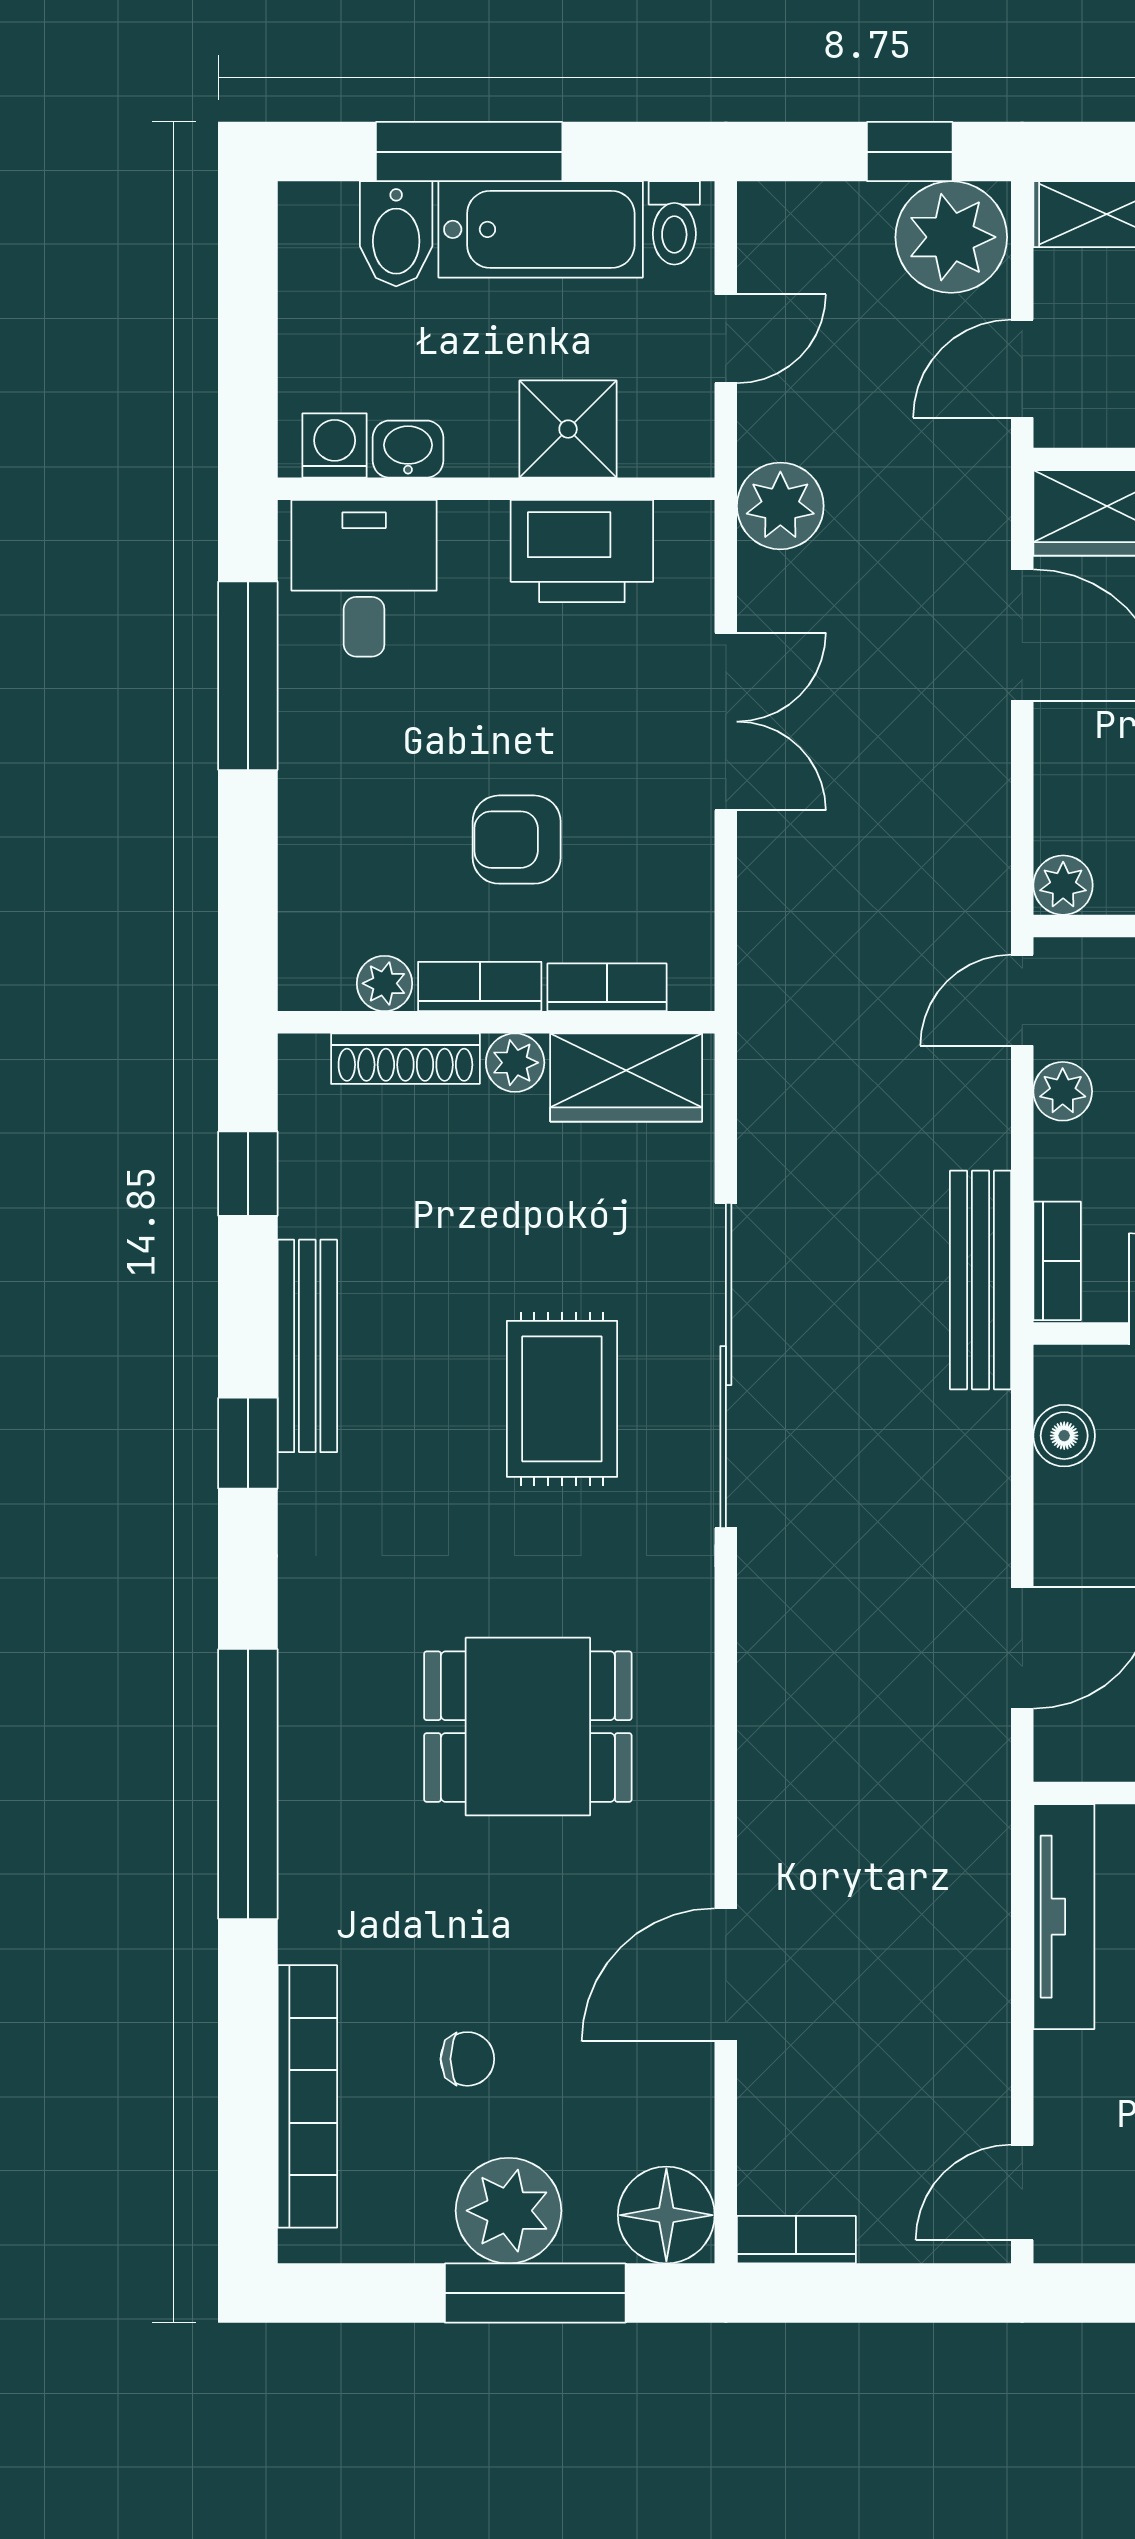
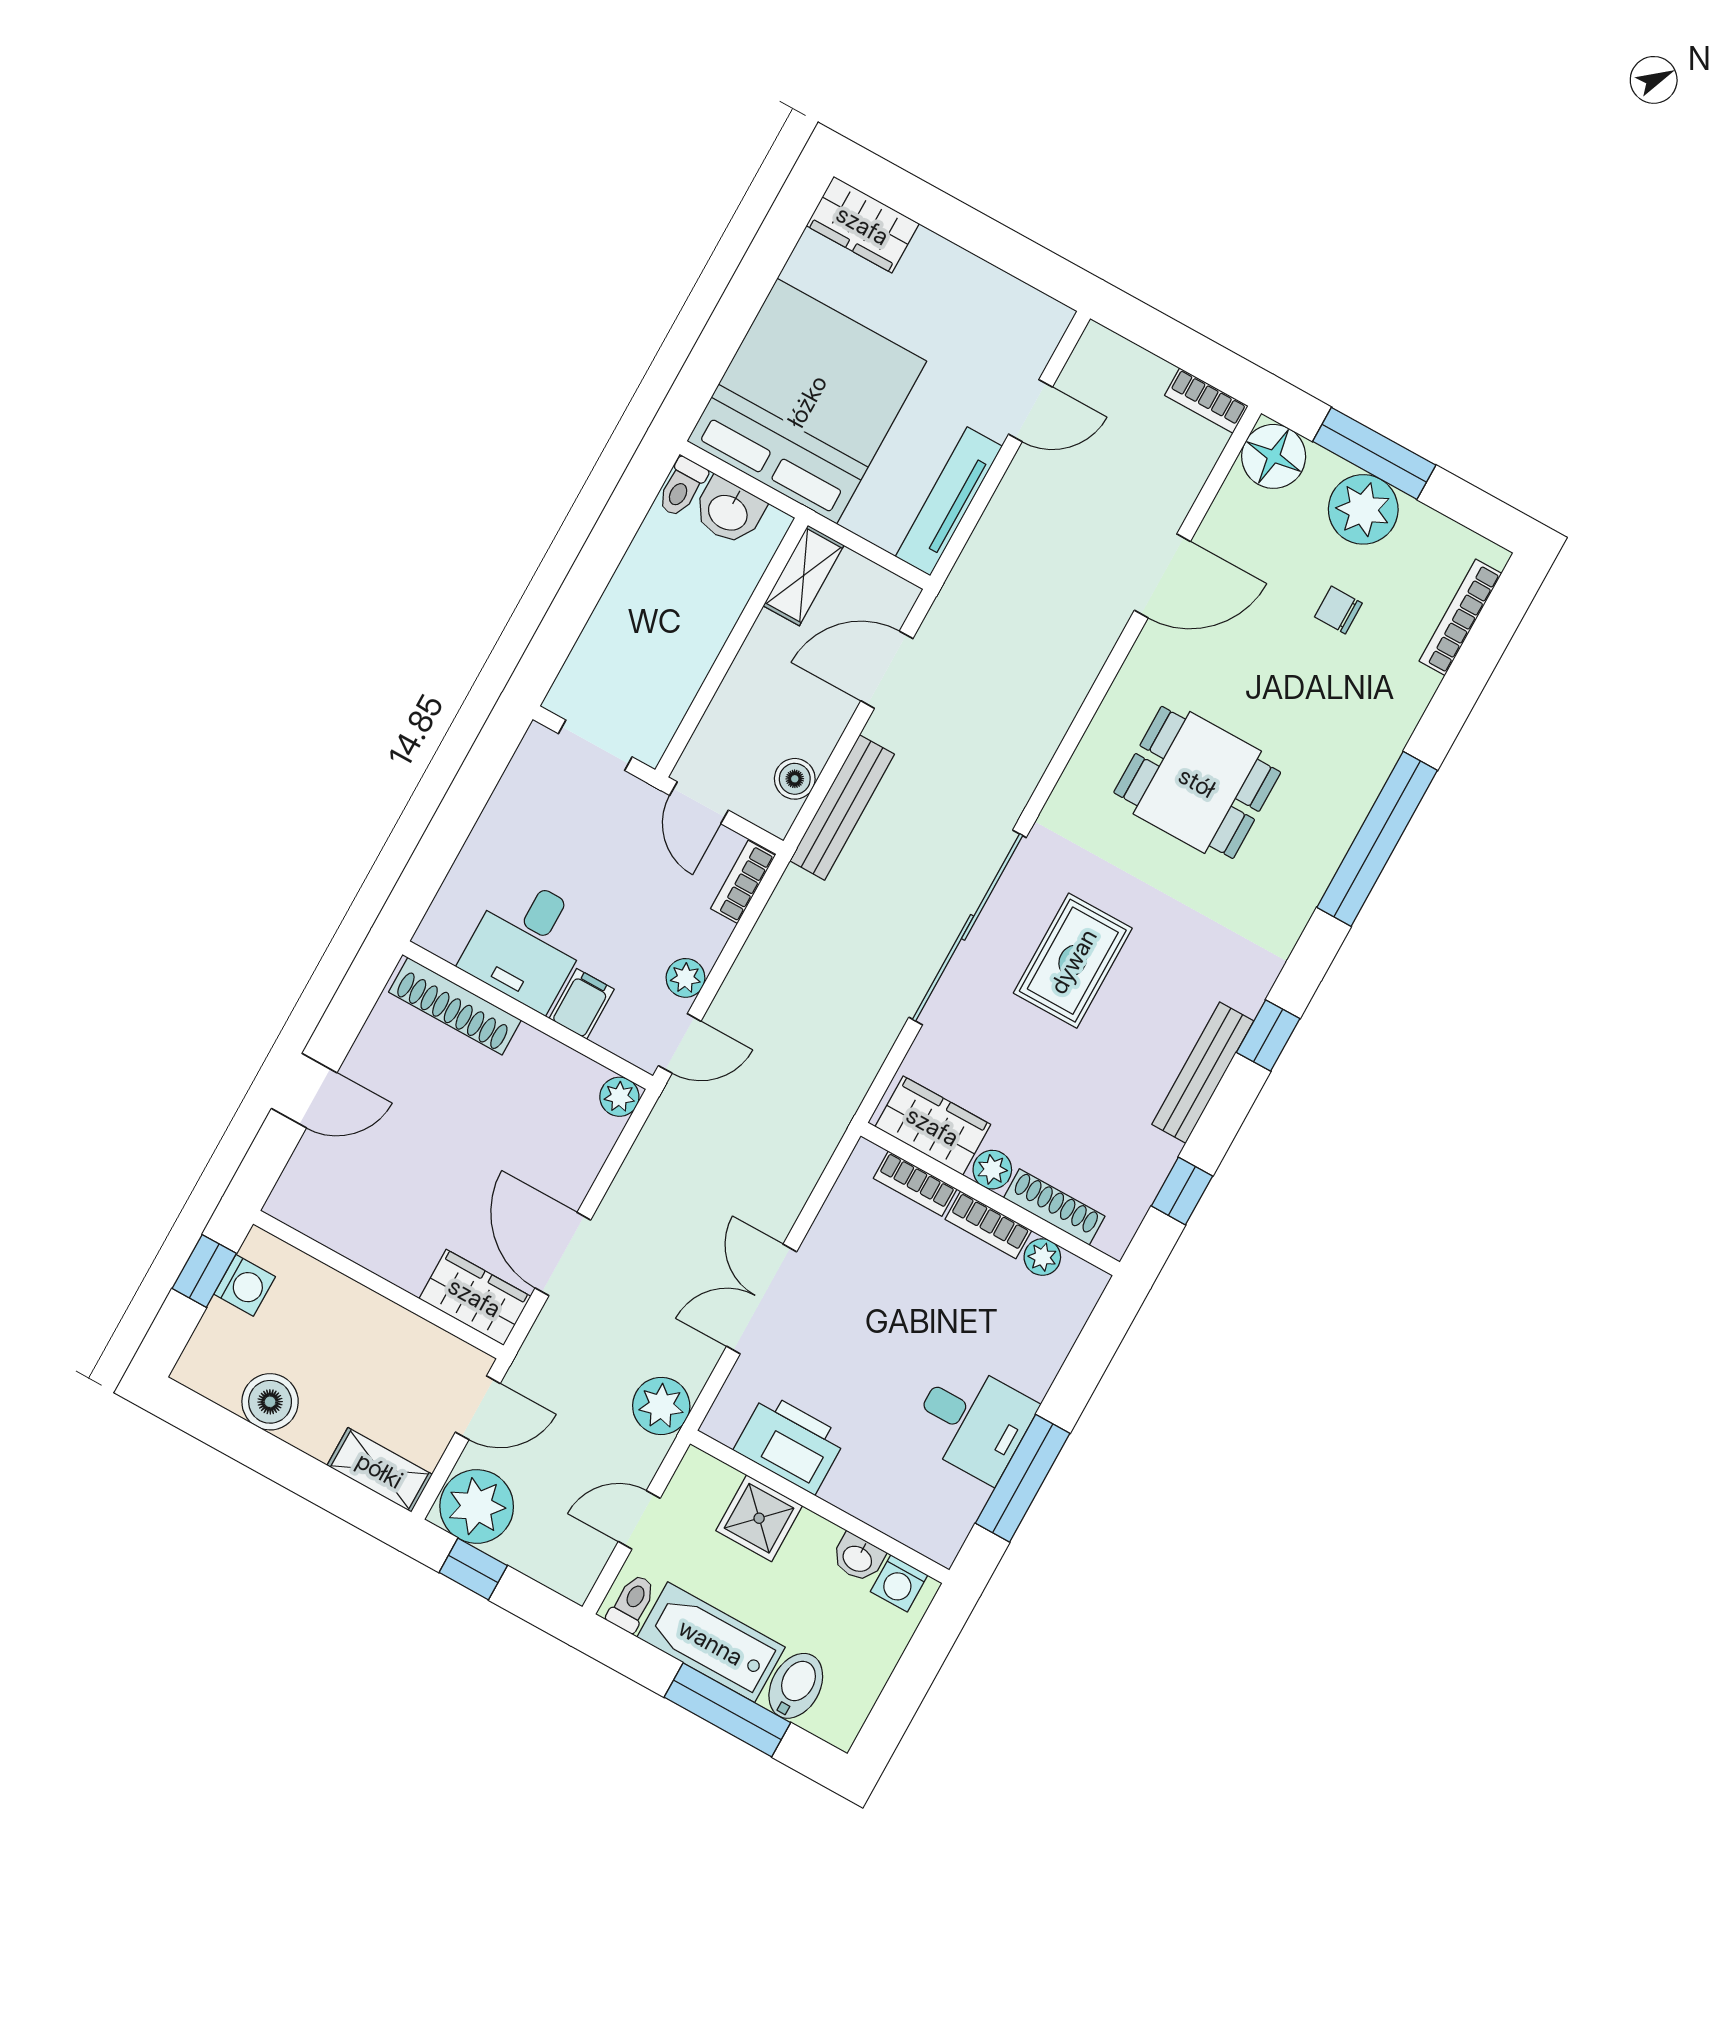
desk: (364, 578) -> (973, 1421), moved, turned -90
armchair: (517, 840) -> (920, 1298), removed
bench: (981, 1280) -> (842, 807), moved
bookcase: (307, 2096) -> (1460, 617), width x0.68, depth x0.76
door: (1022, 2192) -> (1030, 411), moved

